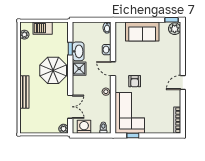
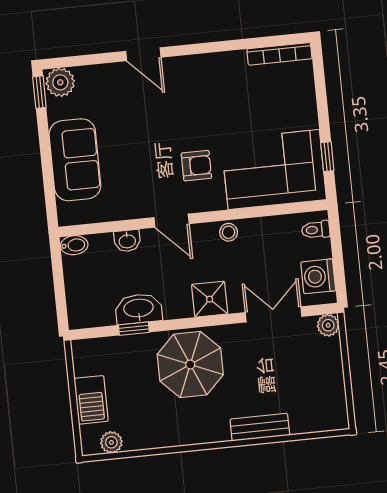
shower: (79, 69) -> (210, 299), moved
door: (113, 69) -> (172, 221), hinge flipped
door: (183, 83) -> (143, 54), moved
bench: (24, 92) -> (260, 427), width x0.73

